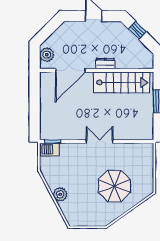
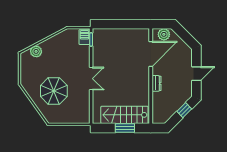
door: (70, 70) -> (151, 54), swing flipped
stairs: (122, 82) -> (124, 115), moved, turned 90
plant: (60, 194) -> (36, 51), moved

